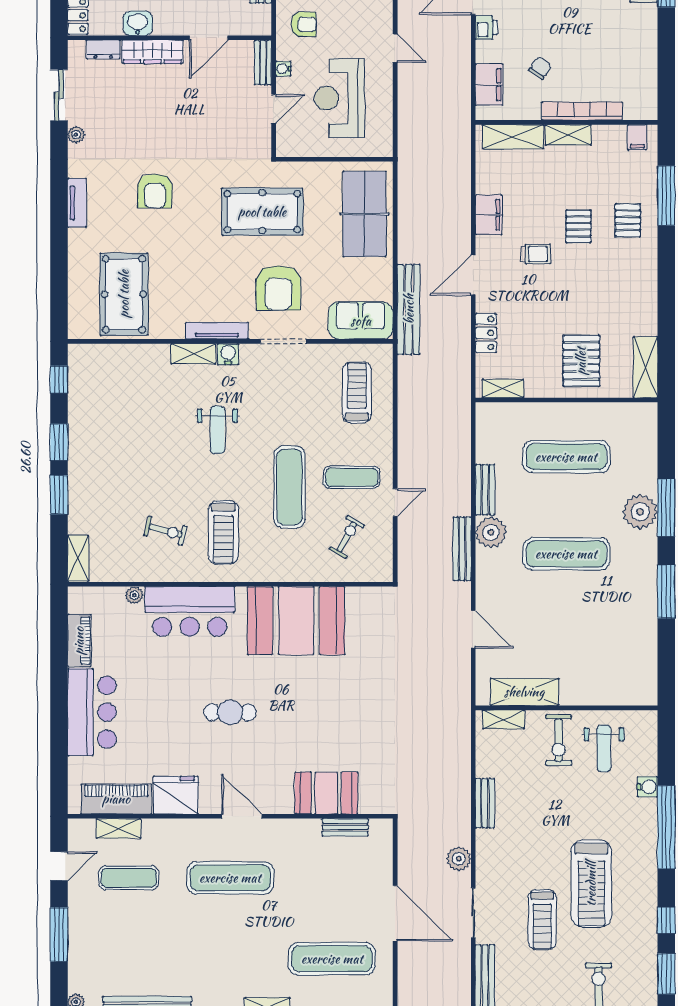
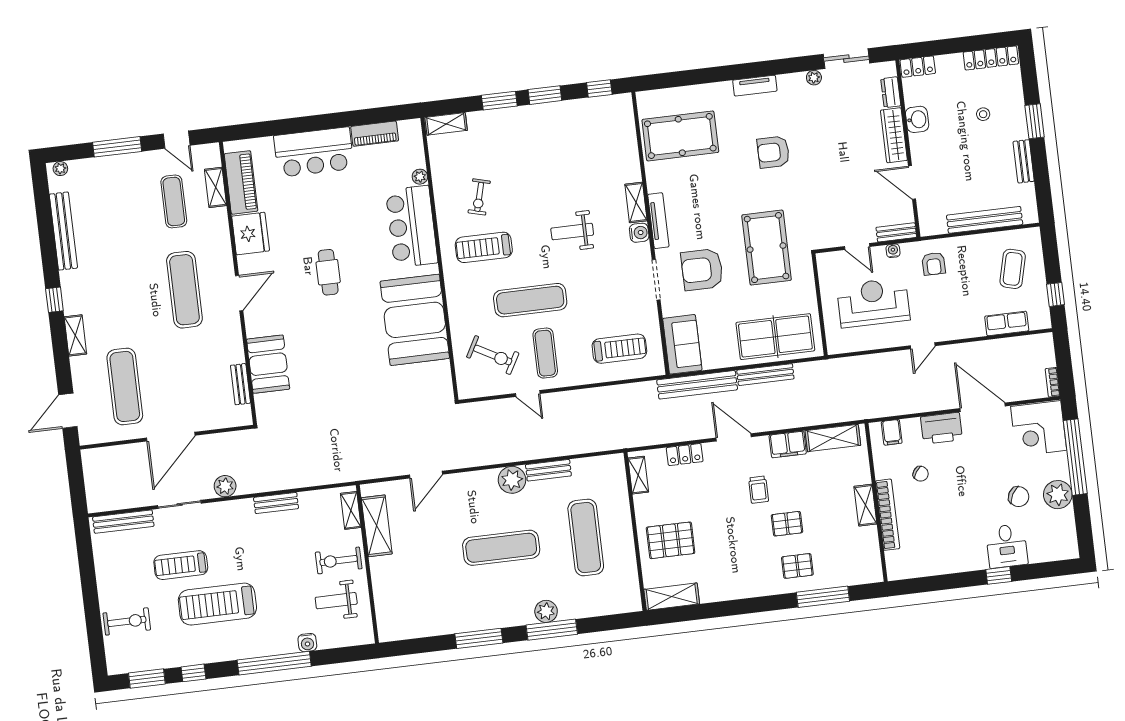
printer: (486, 28) -> (942, 428), width x1.87, depth x1.48
filing cabinet: (489, 85) -> (892, 432), width x0.50
shelving: (513, 137) -> (833, 438), moved, turned 90
filing cabinet: (637, 137) -> (871, 565), removed
plant: (640, 512) -> (546, 611), width x0.73, depth x0.73
exercise bike: (347, 537) -> (493, 355), width x1.38, depth x1.39
bench: (462, 549) -> (765, 375), moved
exercise mat: (566, 554) -> (501, 548), turned 90

